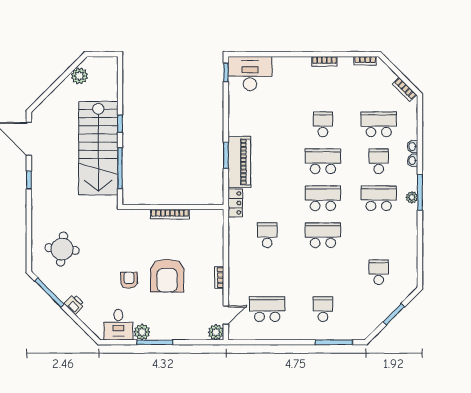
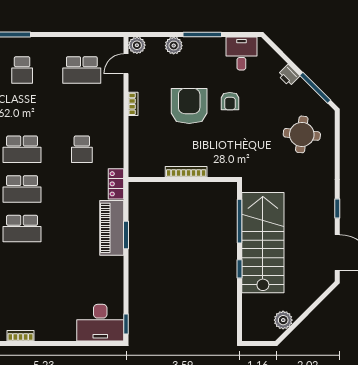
school desk: (323, 124) -> (22, 268), removed
plant: (142, 332) -> (174, 46), moved

